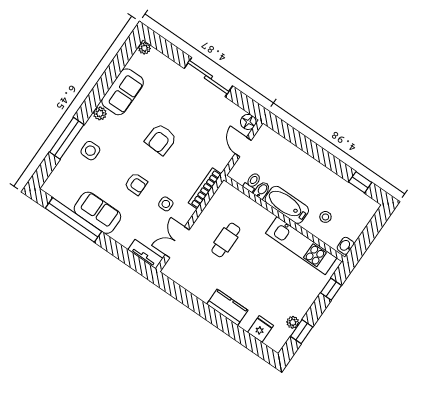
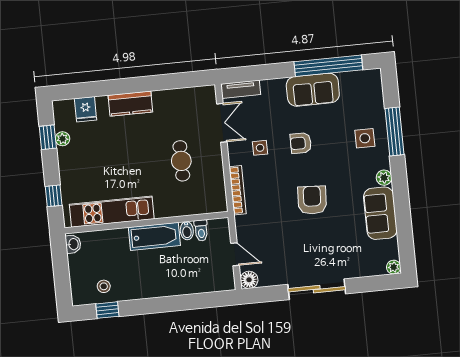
stool: (325, 217) -> (104, 286), moved

